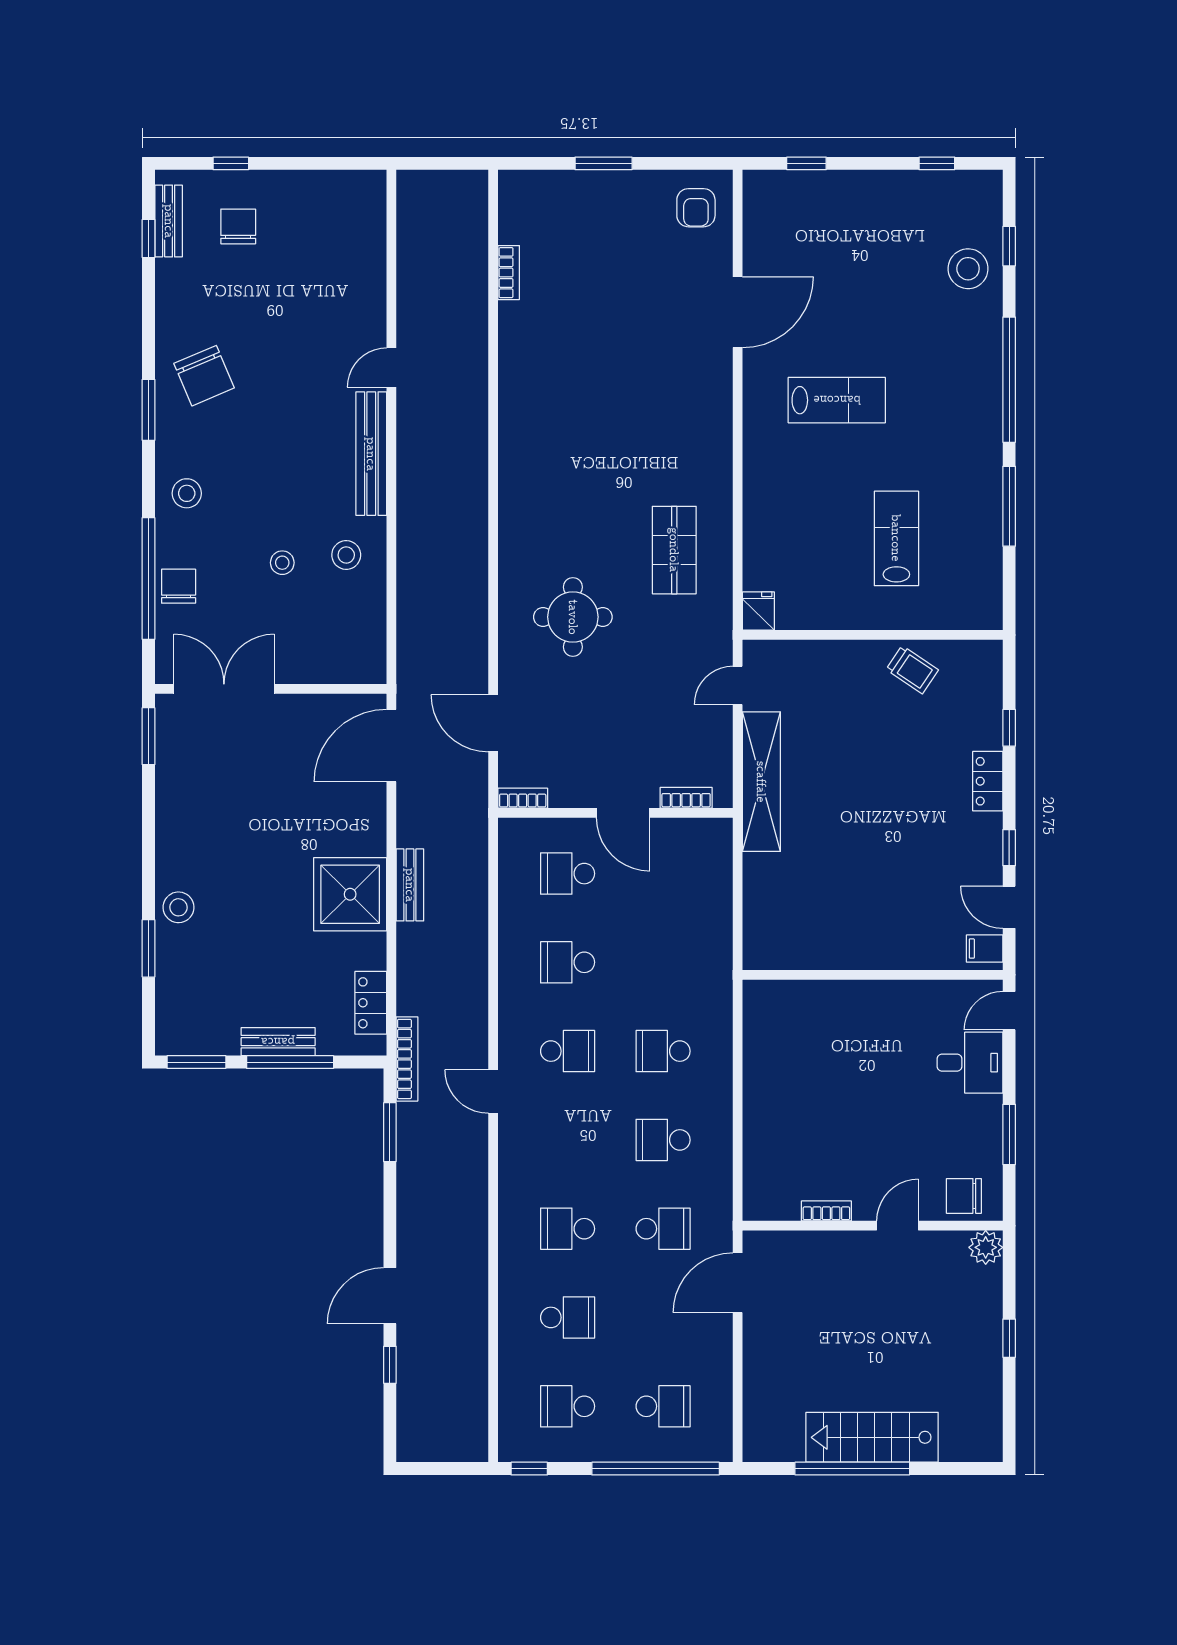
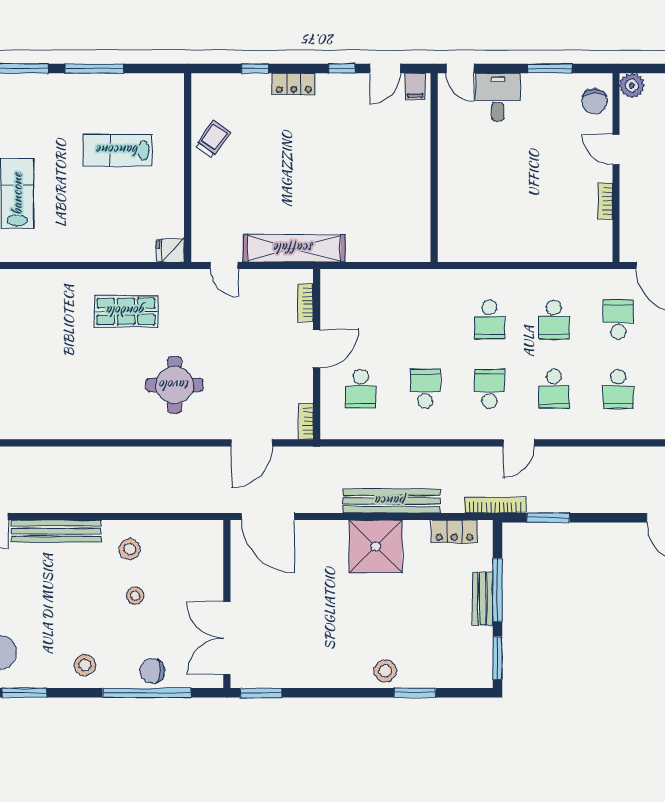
bench: (410, 885) -> (391, 501), width x1.86, depth x1.21
school desk: (568, 962) -> (425, 389), turned 180
school desk: (568, 1140) -> (554, 389), added

